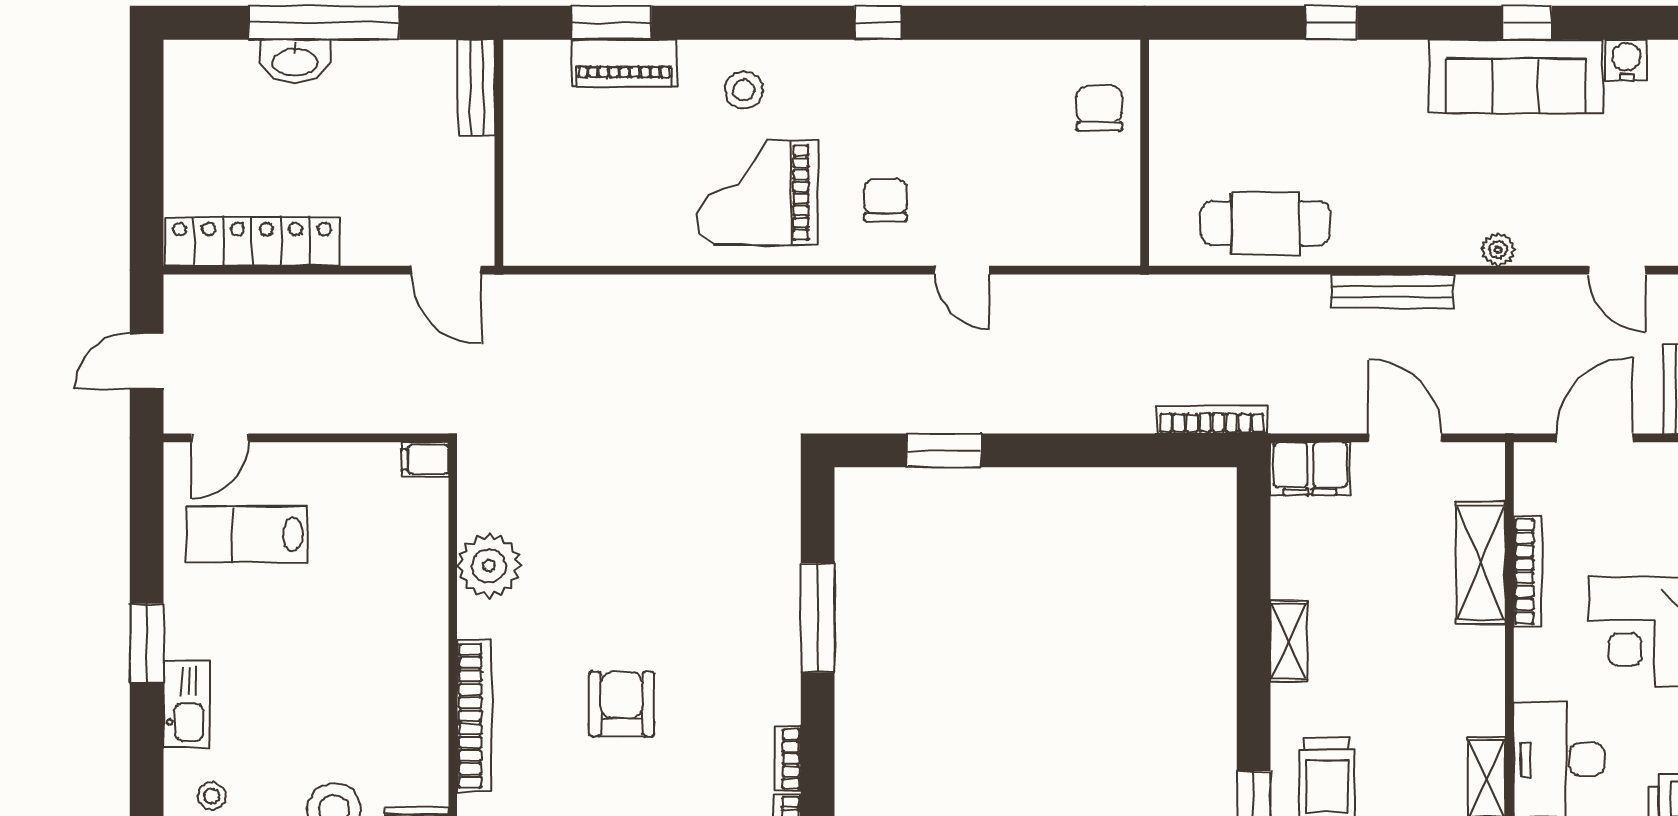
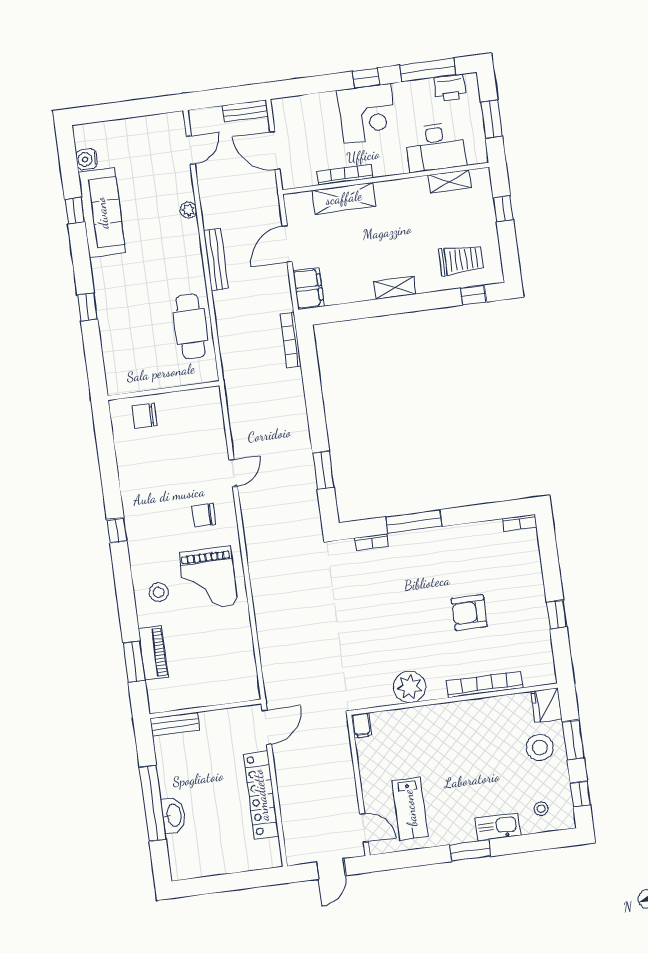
locker: (252, 241) -> (261, 795), moved
door: (147, 361) -> (331, 869), hinge flipped
bookcase: (788, 759) -> (371, 542), moved

